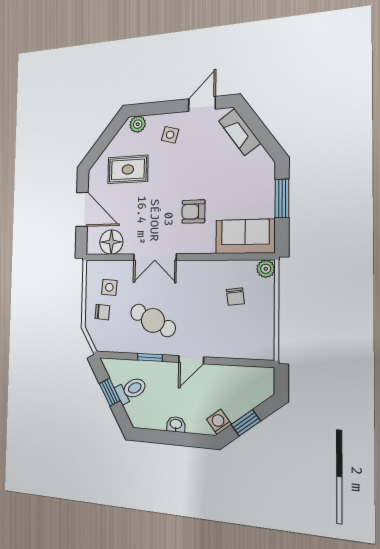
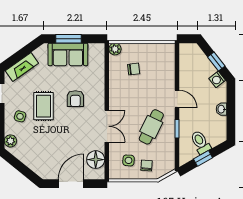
rug: (128, 169) -> (43, 106), moved
sofa: (245, 236) -> (68, 54), moved, turned -90

